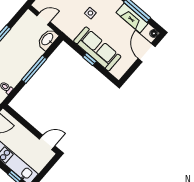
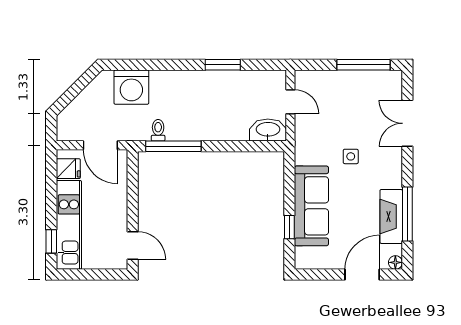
window: (90, 59) -> (289, 227), moved
window: (34, 69) -> (173, 146), moved

